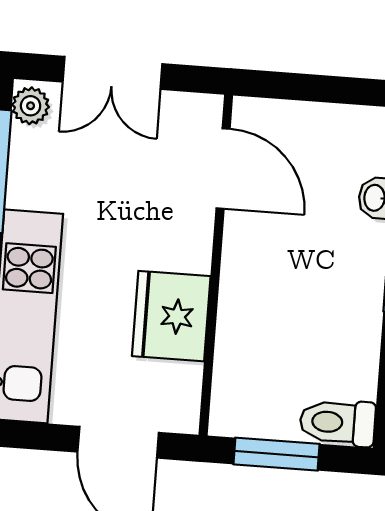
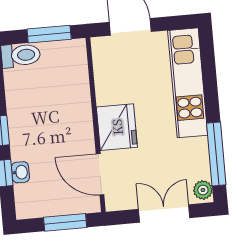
window: (306, 87) -> (65, 222), added
fridge: (171, 316) -> (117, 127), moved

